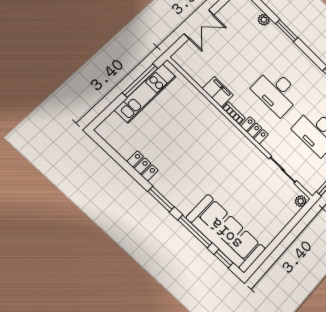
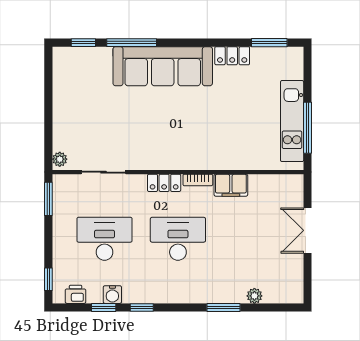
window: (161, 199) -> (269, 43), moved
sofa: (226, 234) -> (163, 66), moved

